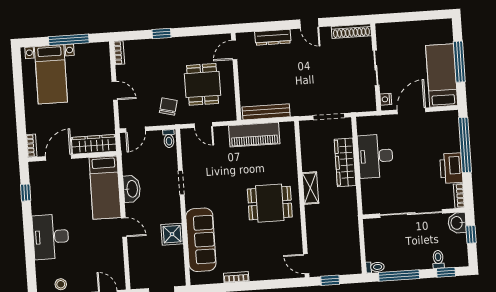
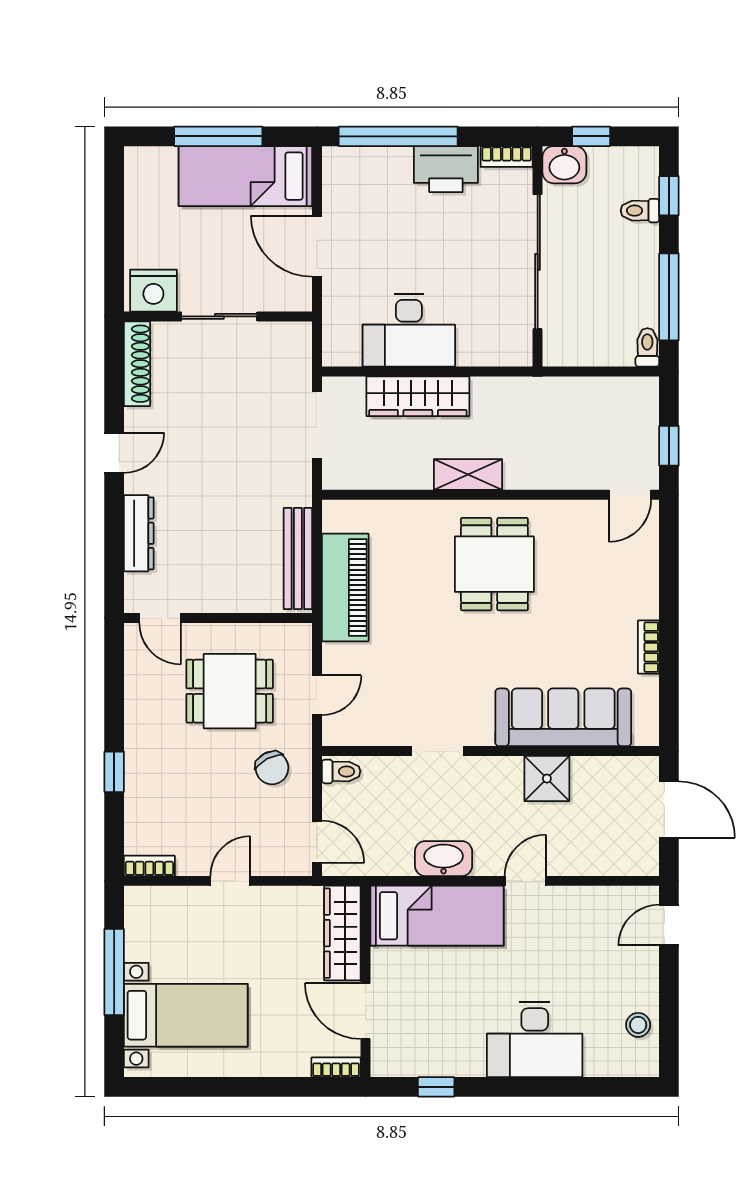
nightstand: (386, 99) -> (153, 291), moved, width x1.89, depth x1.79
chair: (168, 106) -> (272, 768), turned -132

